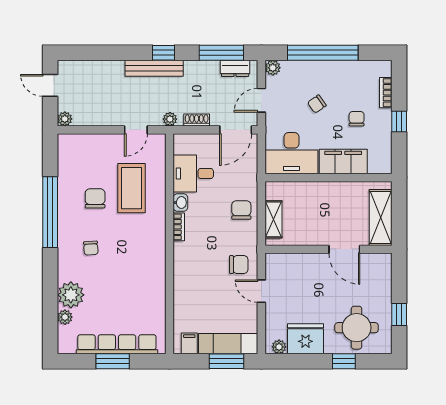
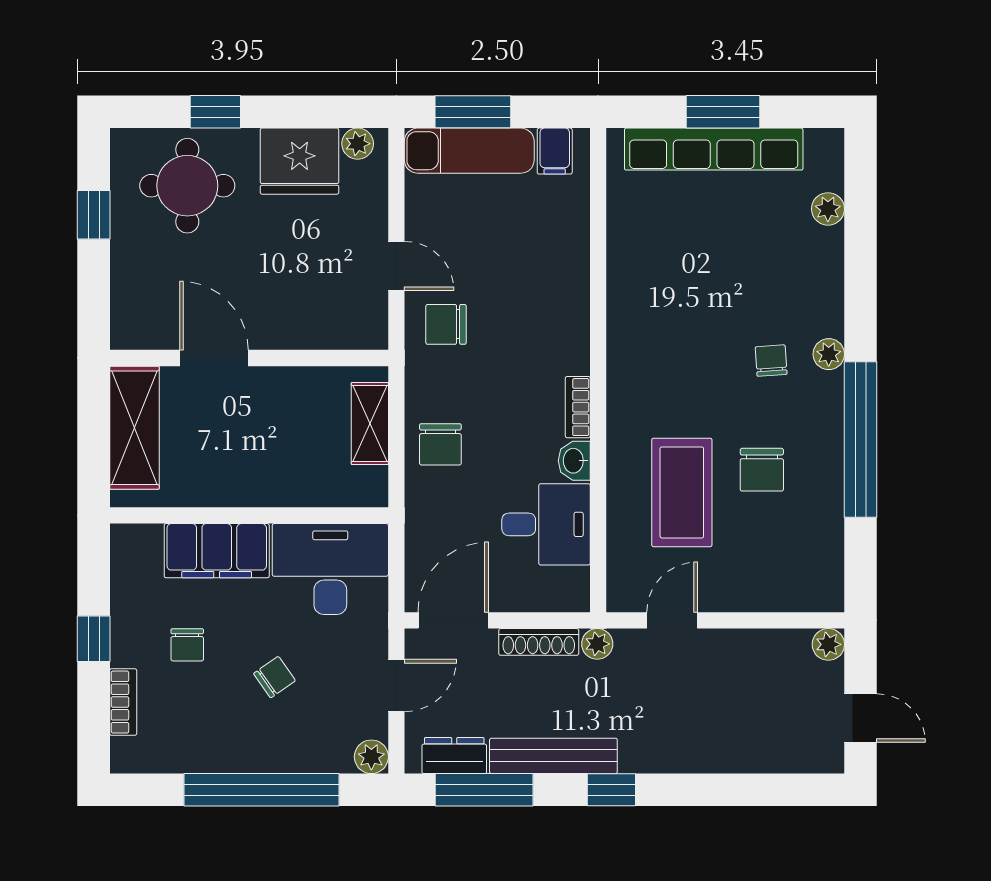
bench: (154, 68) -> (553, 756), moved
shoe rack: (197, 120) -> (539, 642), width x1.43
plant: (71, 295) -> (829, 354), moved, width x0.53, depth x0.53

